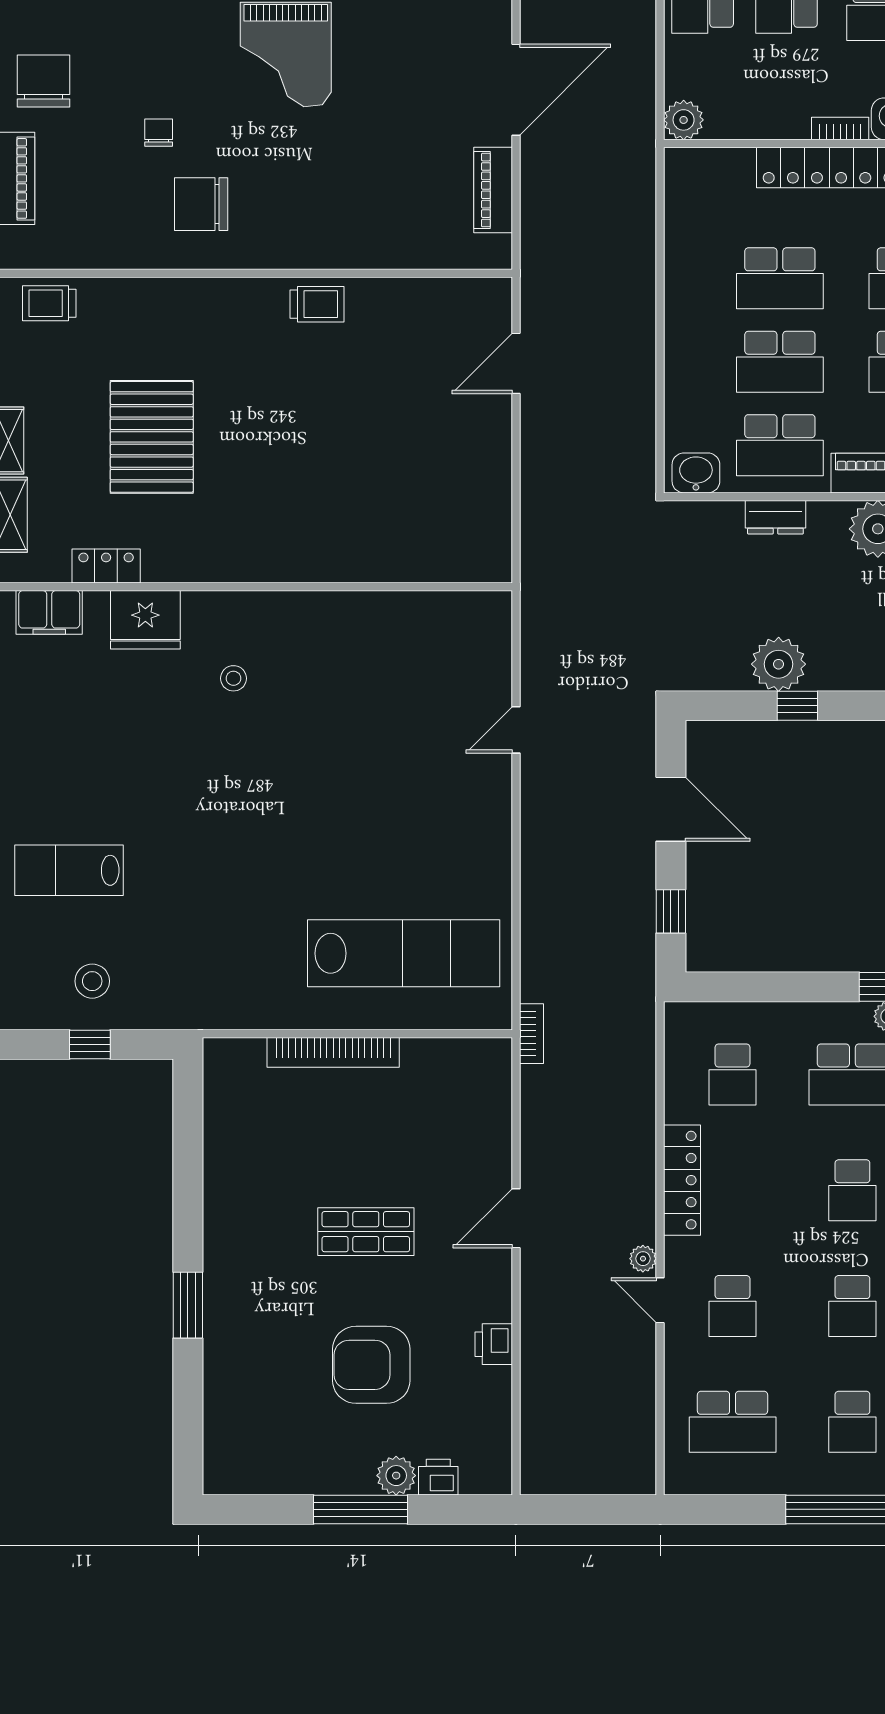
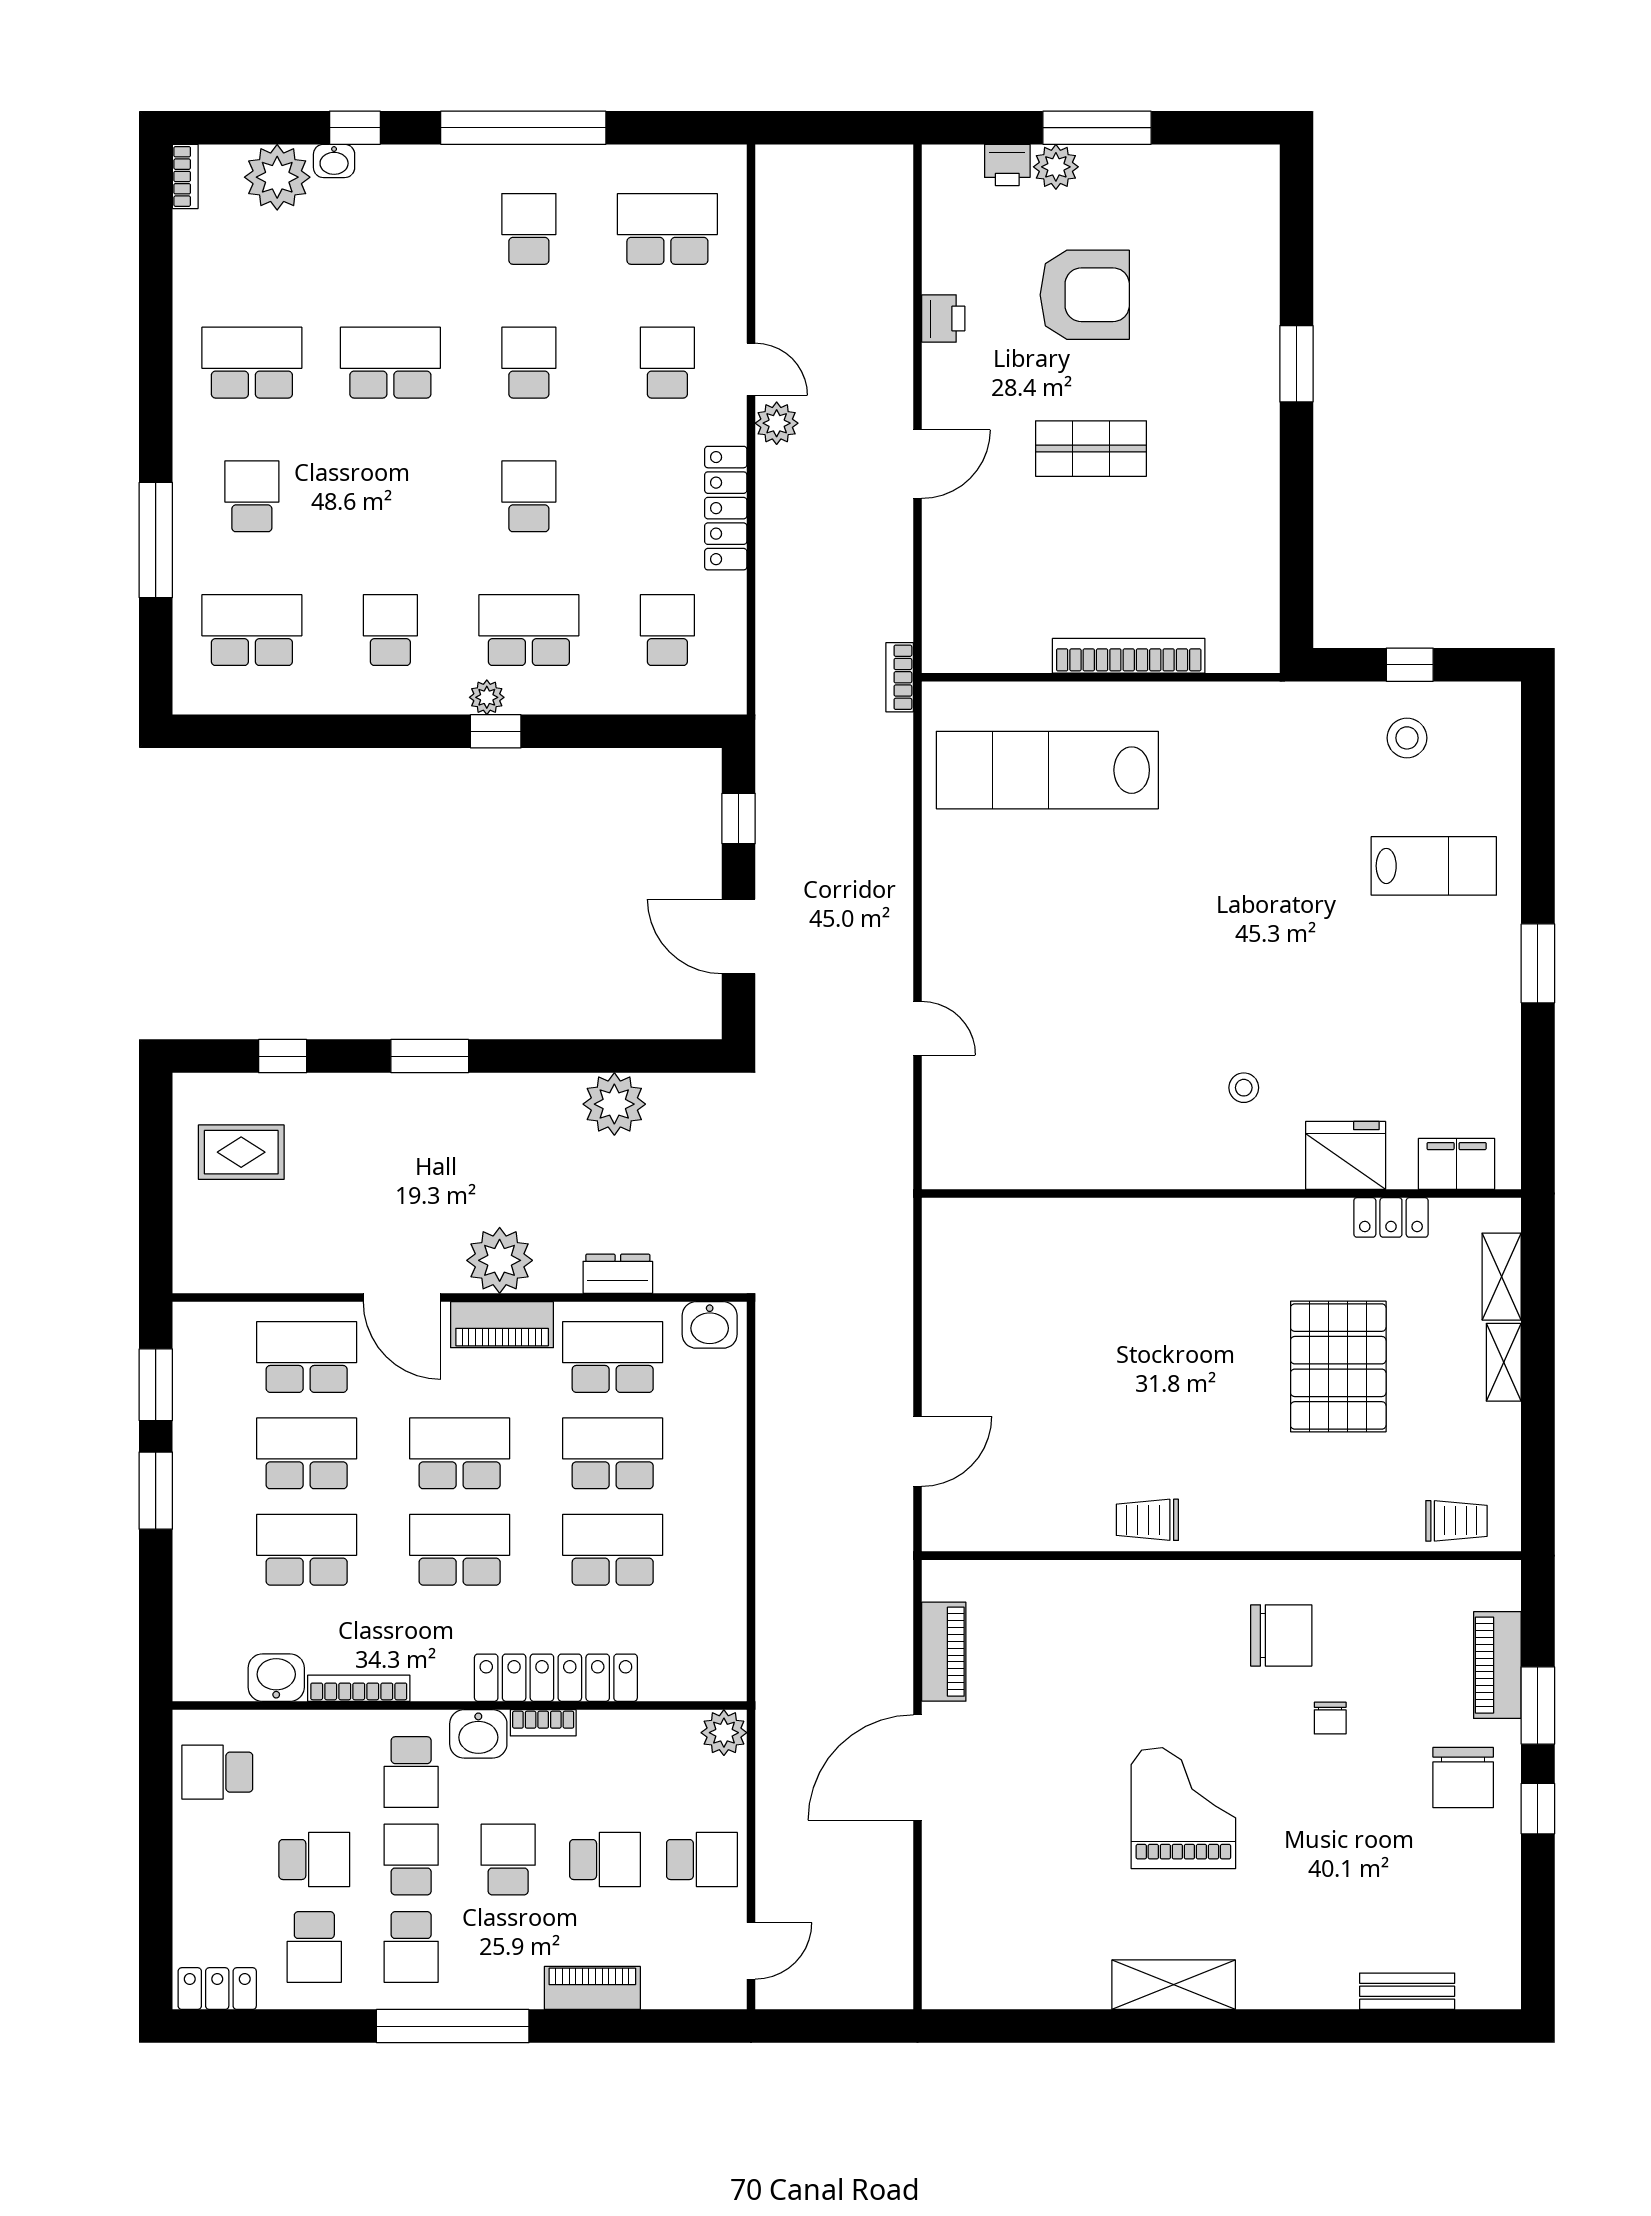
window: (797, 706) -> (592, 1056), removed
door: (516, 730) -> (918, 1028), hinge flipped
plant: (643, 1259) -> (777, 423), width x1.38, depth x1.38

